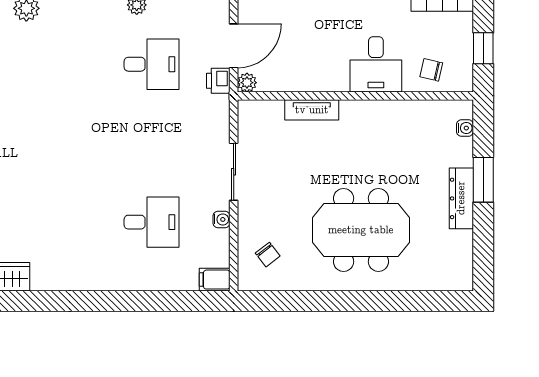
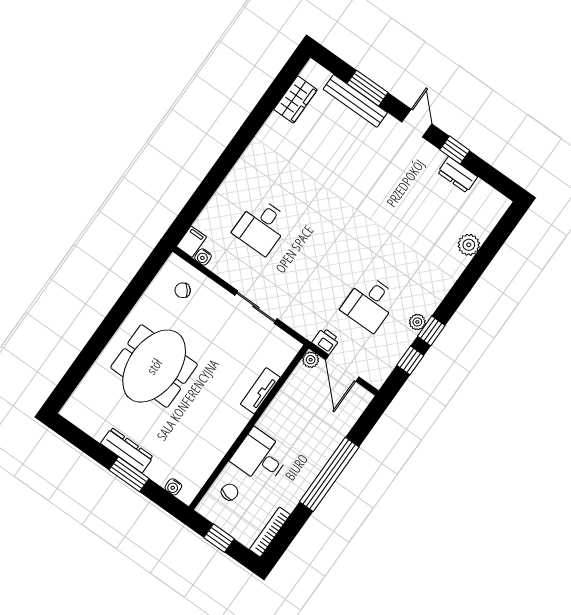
water cooler: (221, 219) -> (203, 257), moved

